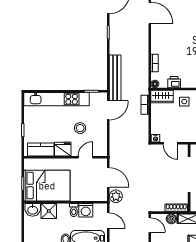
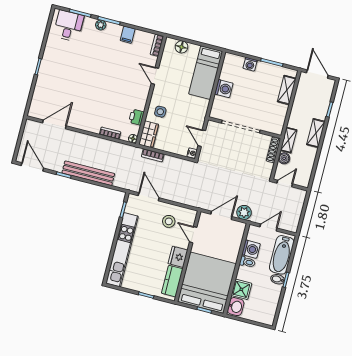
bench: (115, 78) -> (88, 173), moved
stool: (80, 128) -> (169, 221), moved
door: (171, 143) -> (202, 138), swing flipped
bed: (47, 186) -> (207, 283), width x1.36

